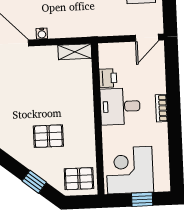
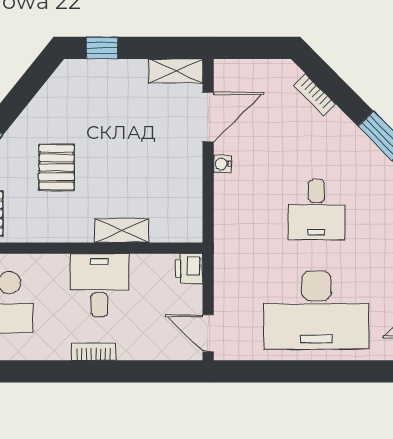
shelving: (75, 52) -> (122, 231), moved, turned 90
printer: (108, 78) -> (189, 269), moved, turned 90

